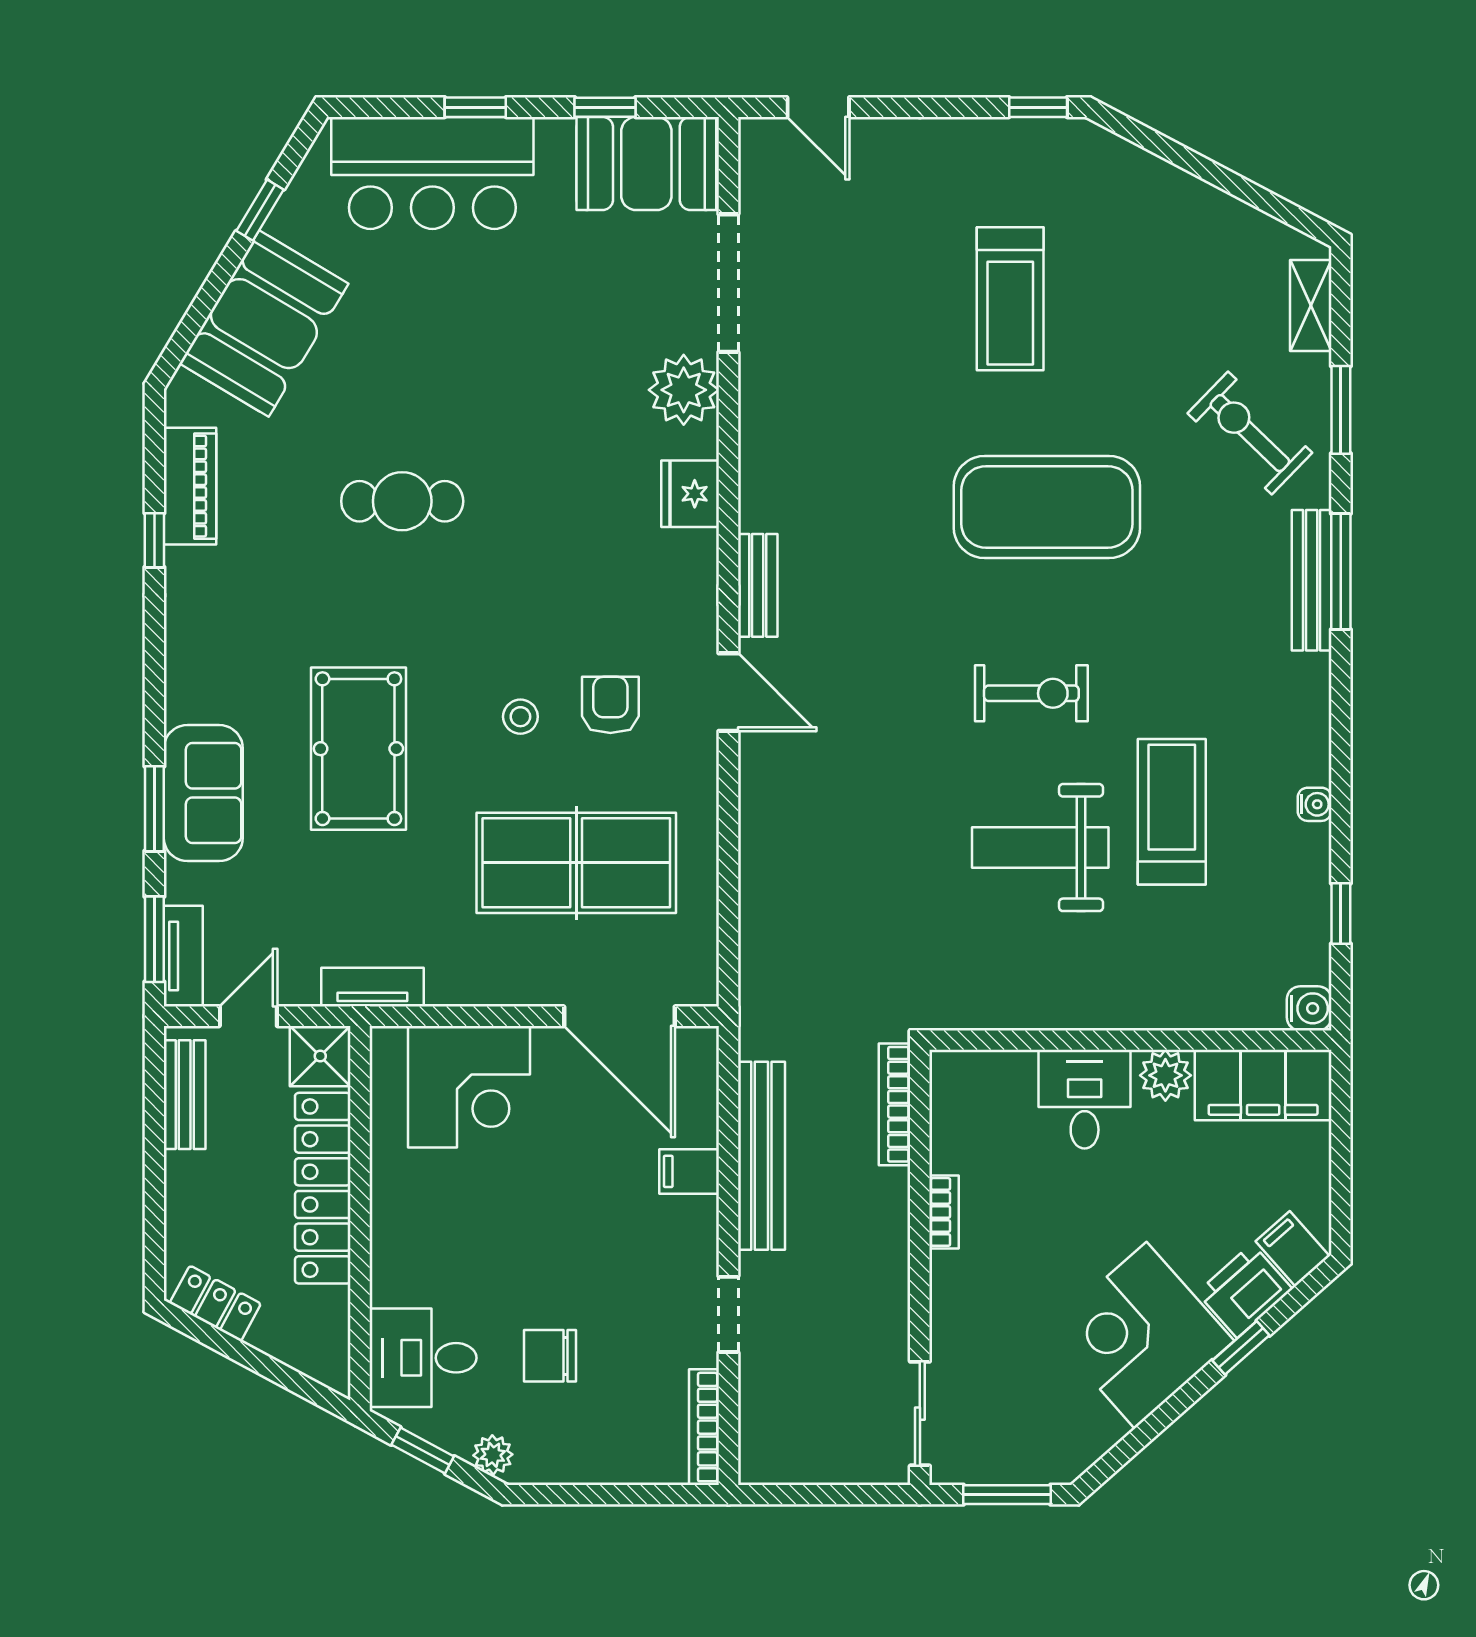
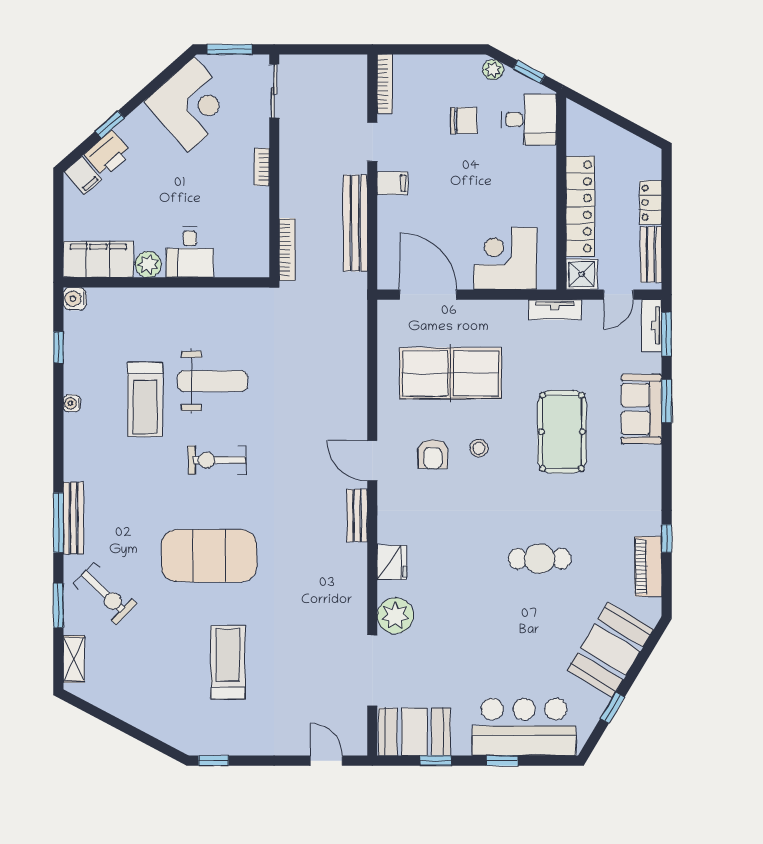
filing cabinet: (689, 1171) -> (392, 183), moved
bookcase: (944, 1212) -> (262, 167), moved
locker: (215, 1303) -> (651, 203), moved, turned 62
corner desk: (1141, 1335) -> (191, 104), moved

